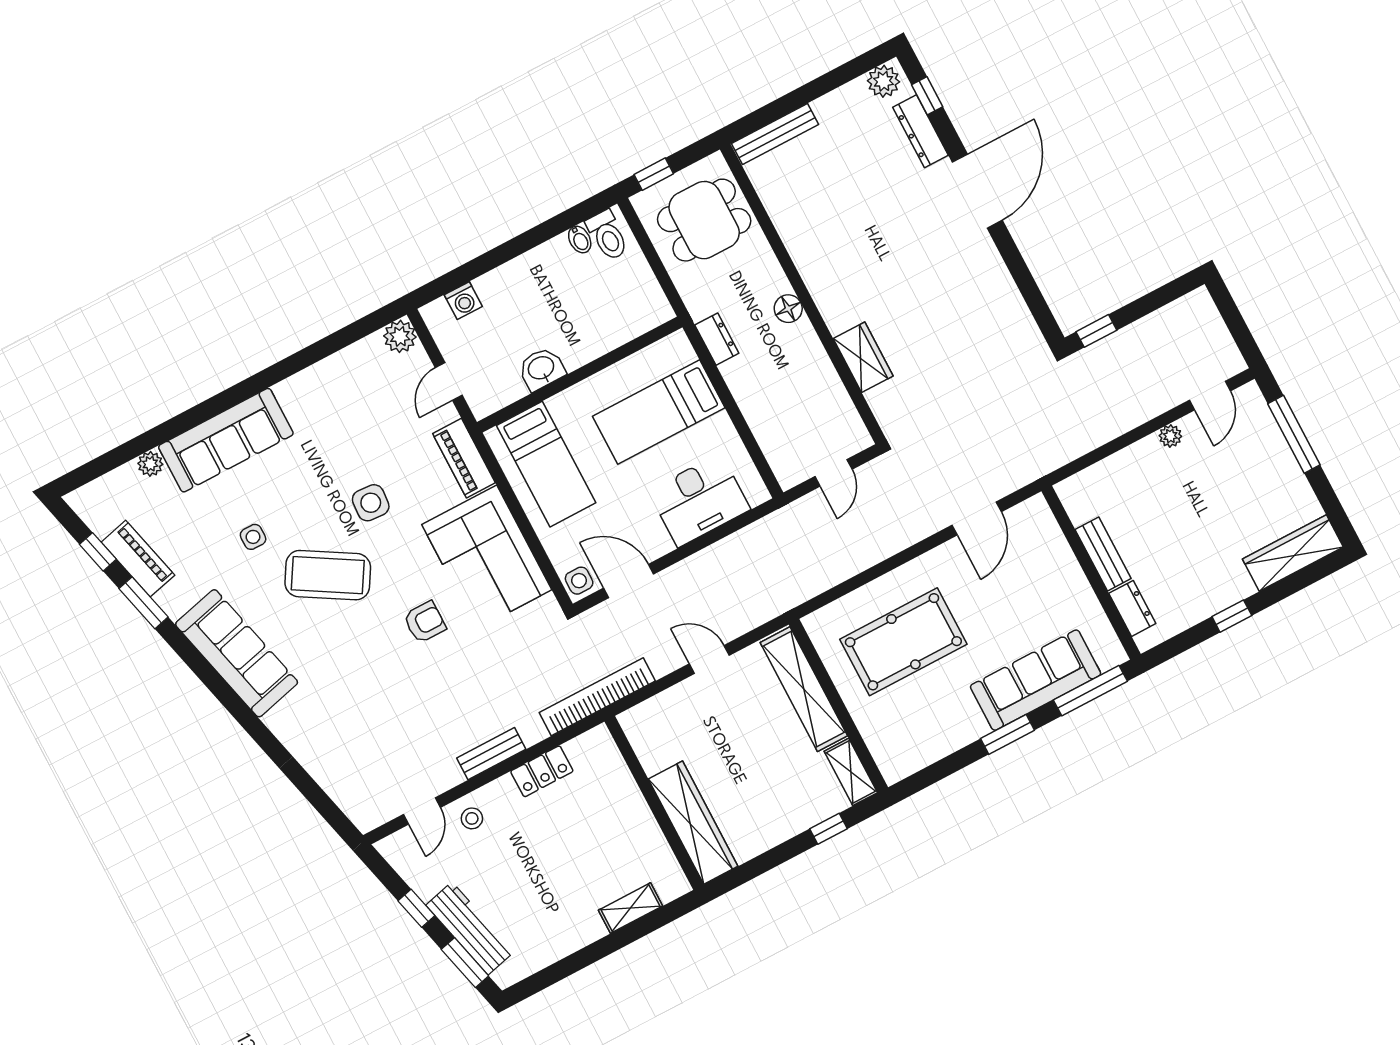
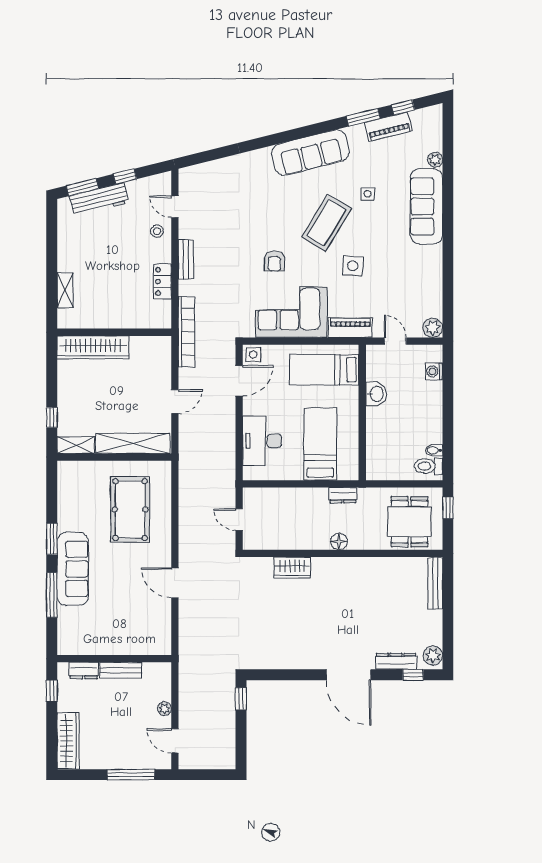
bench: (1103, 554) -> (121, 670), moved
wall: (1091, 573) -> (114, 659), moved
dresser: (1132, 608) -> (84, 671), moved

